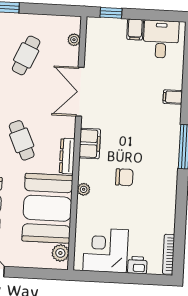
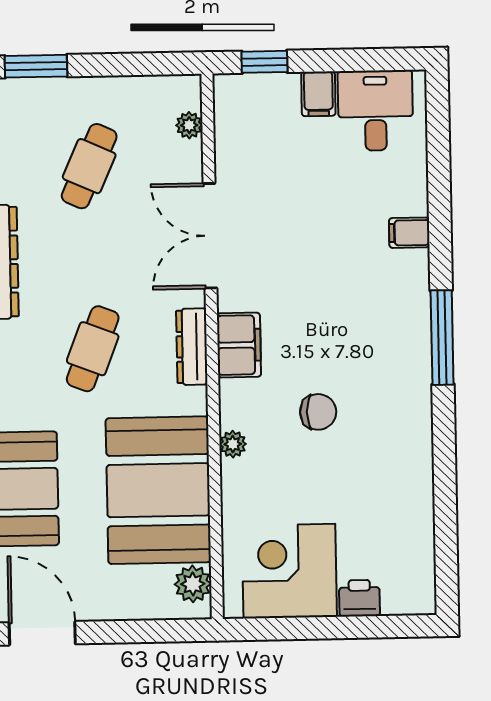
cafe table: (22, 140) -> (93, 349), turned 45
dresser: (67, 156) -> (192, 347), moved
bookcase: (169, 254) -> (425, 570), removed

